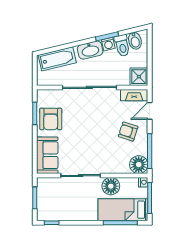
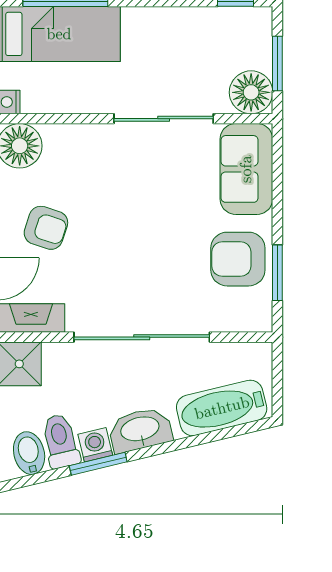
armchair: (51, 119) -> (238, 259), turned -90
floor lamp: (111, 186) -> (251, 92), moved

